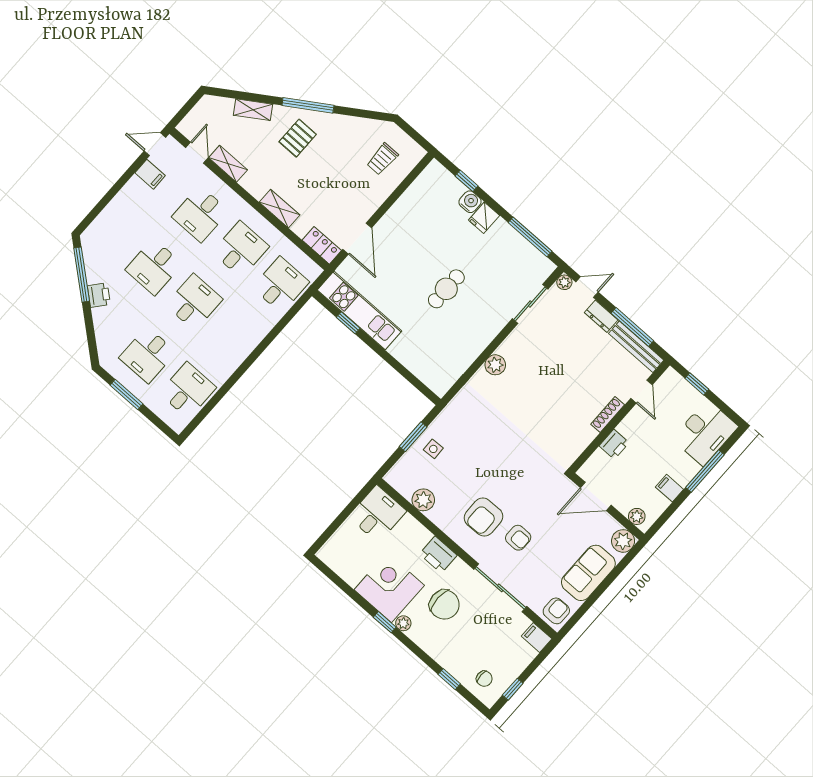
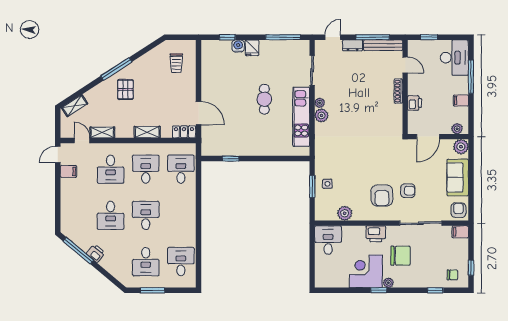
shelving: (253, 110) -> (75, 106), moved
plant: (564, 282) -> (320, 103), moved
kitchen unit: (359, 310) -> (301, 117), moved, turned -90

